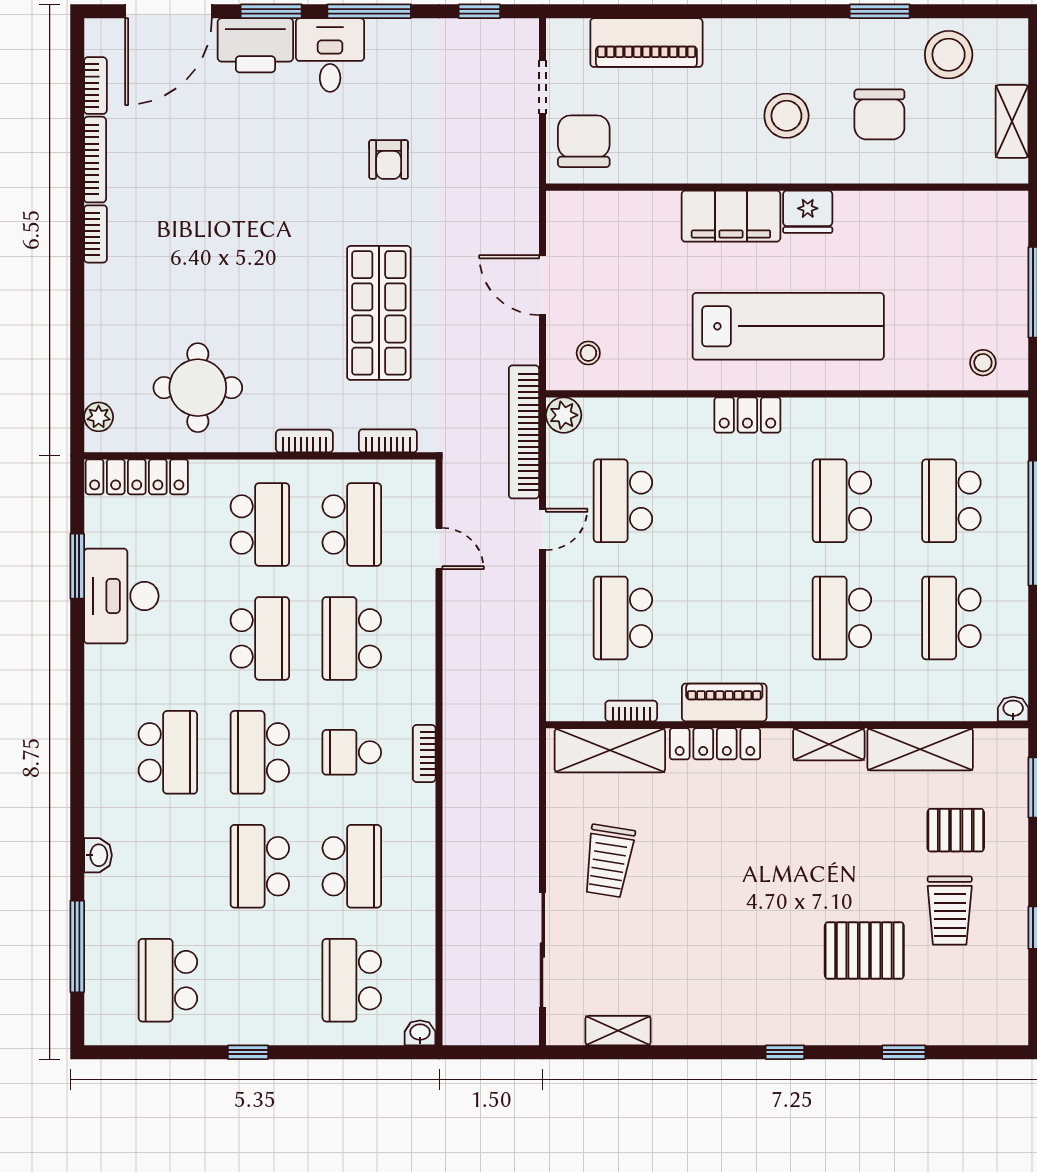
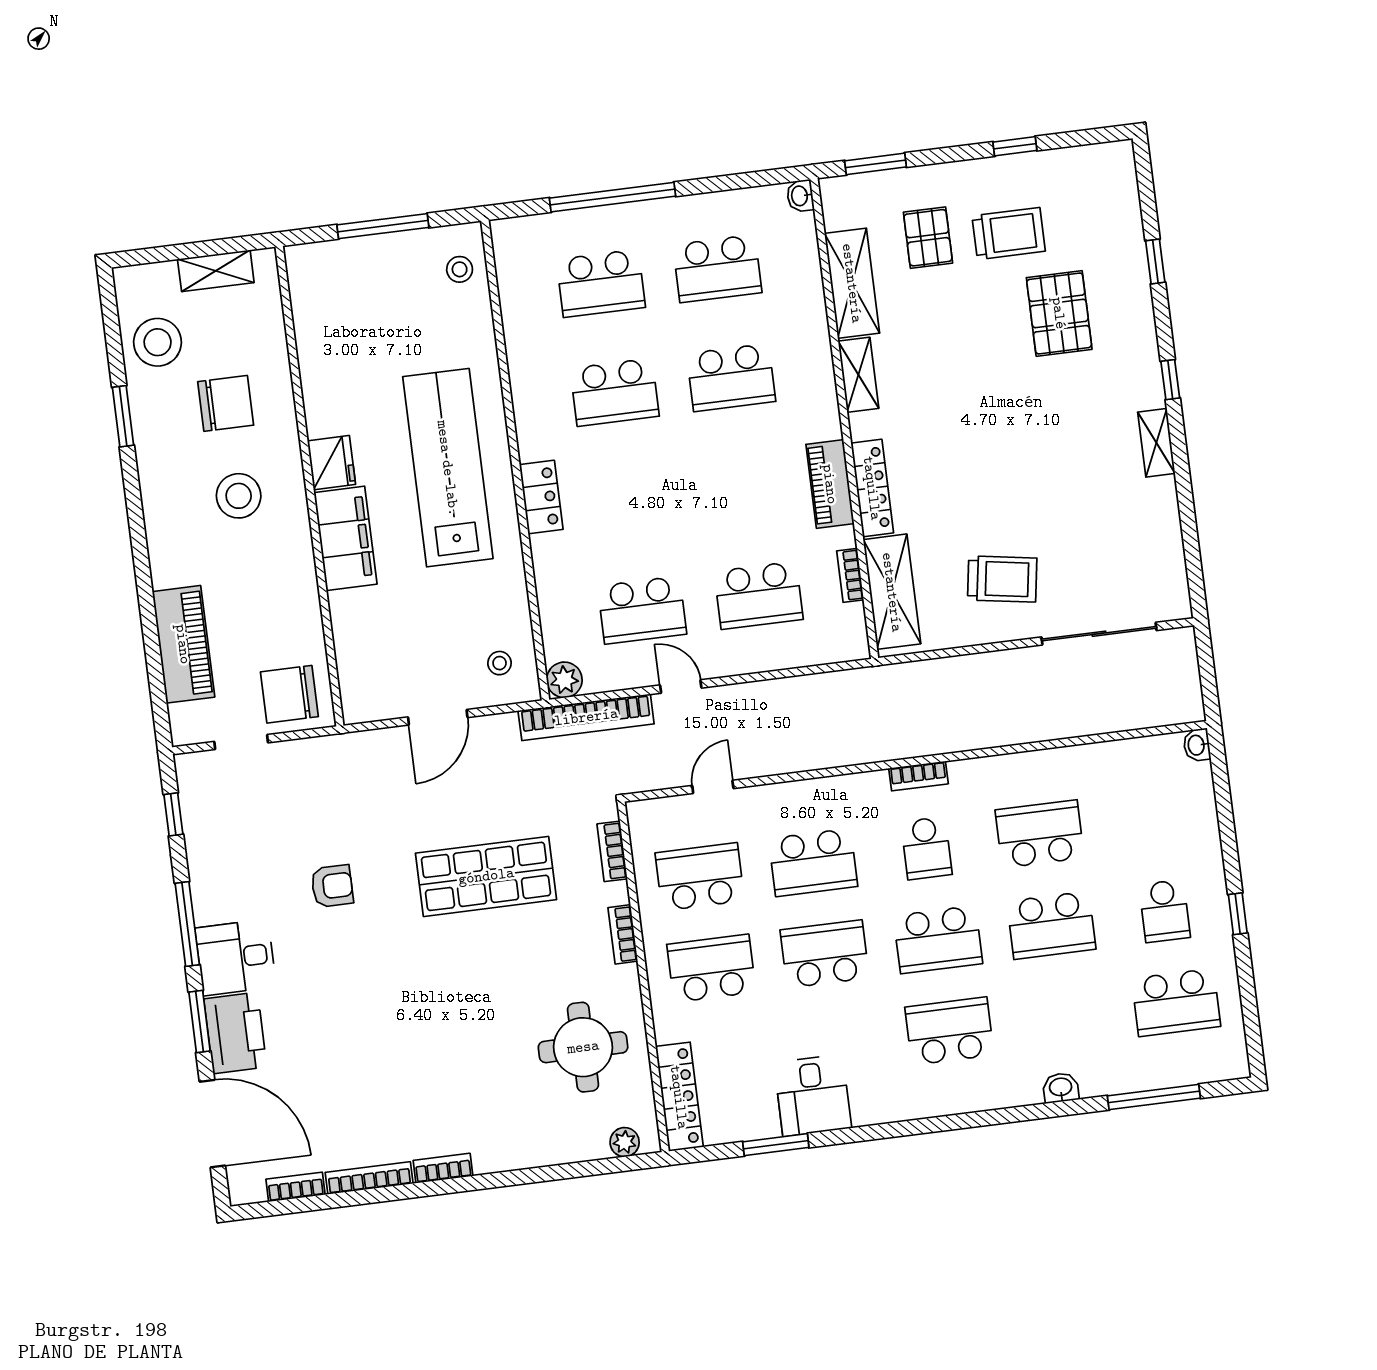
desk: (121, 596) -> (813, 1095), width x0.73
school desk: (352, 980) -> (1165, 911), moved, width x0.54
shelving: (618, 1031) -> (1156, 443), moved

